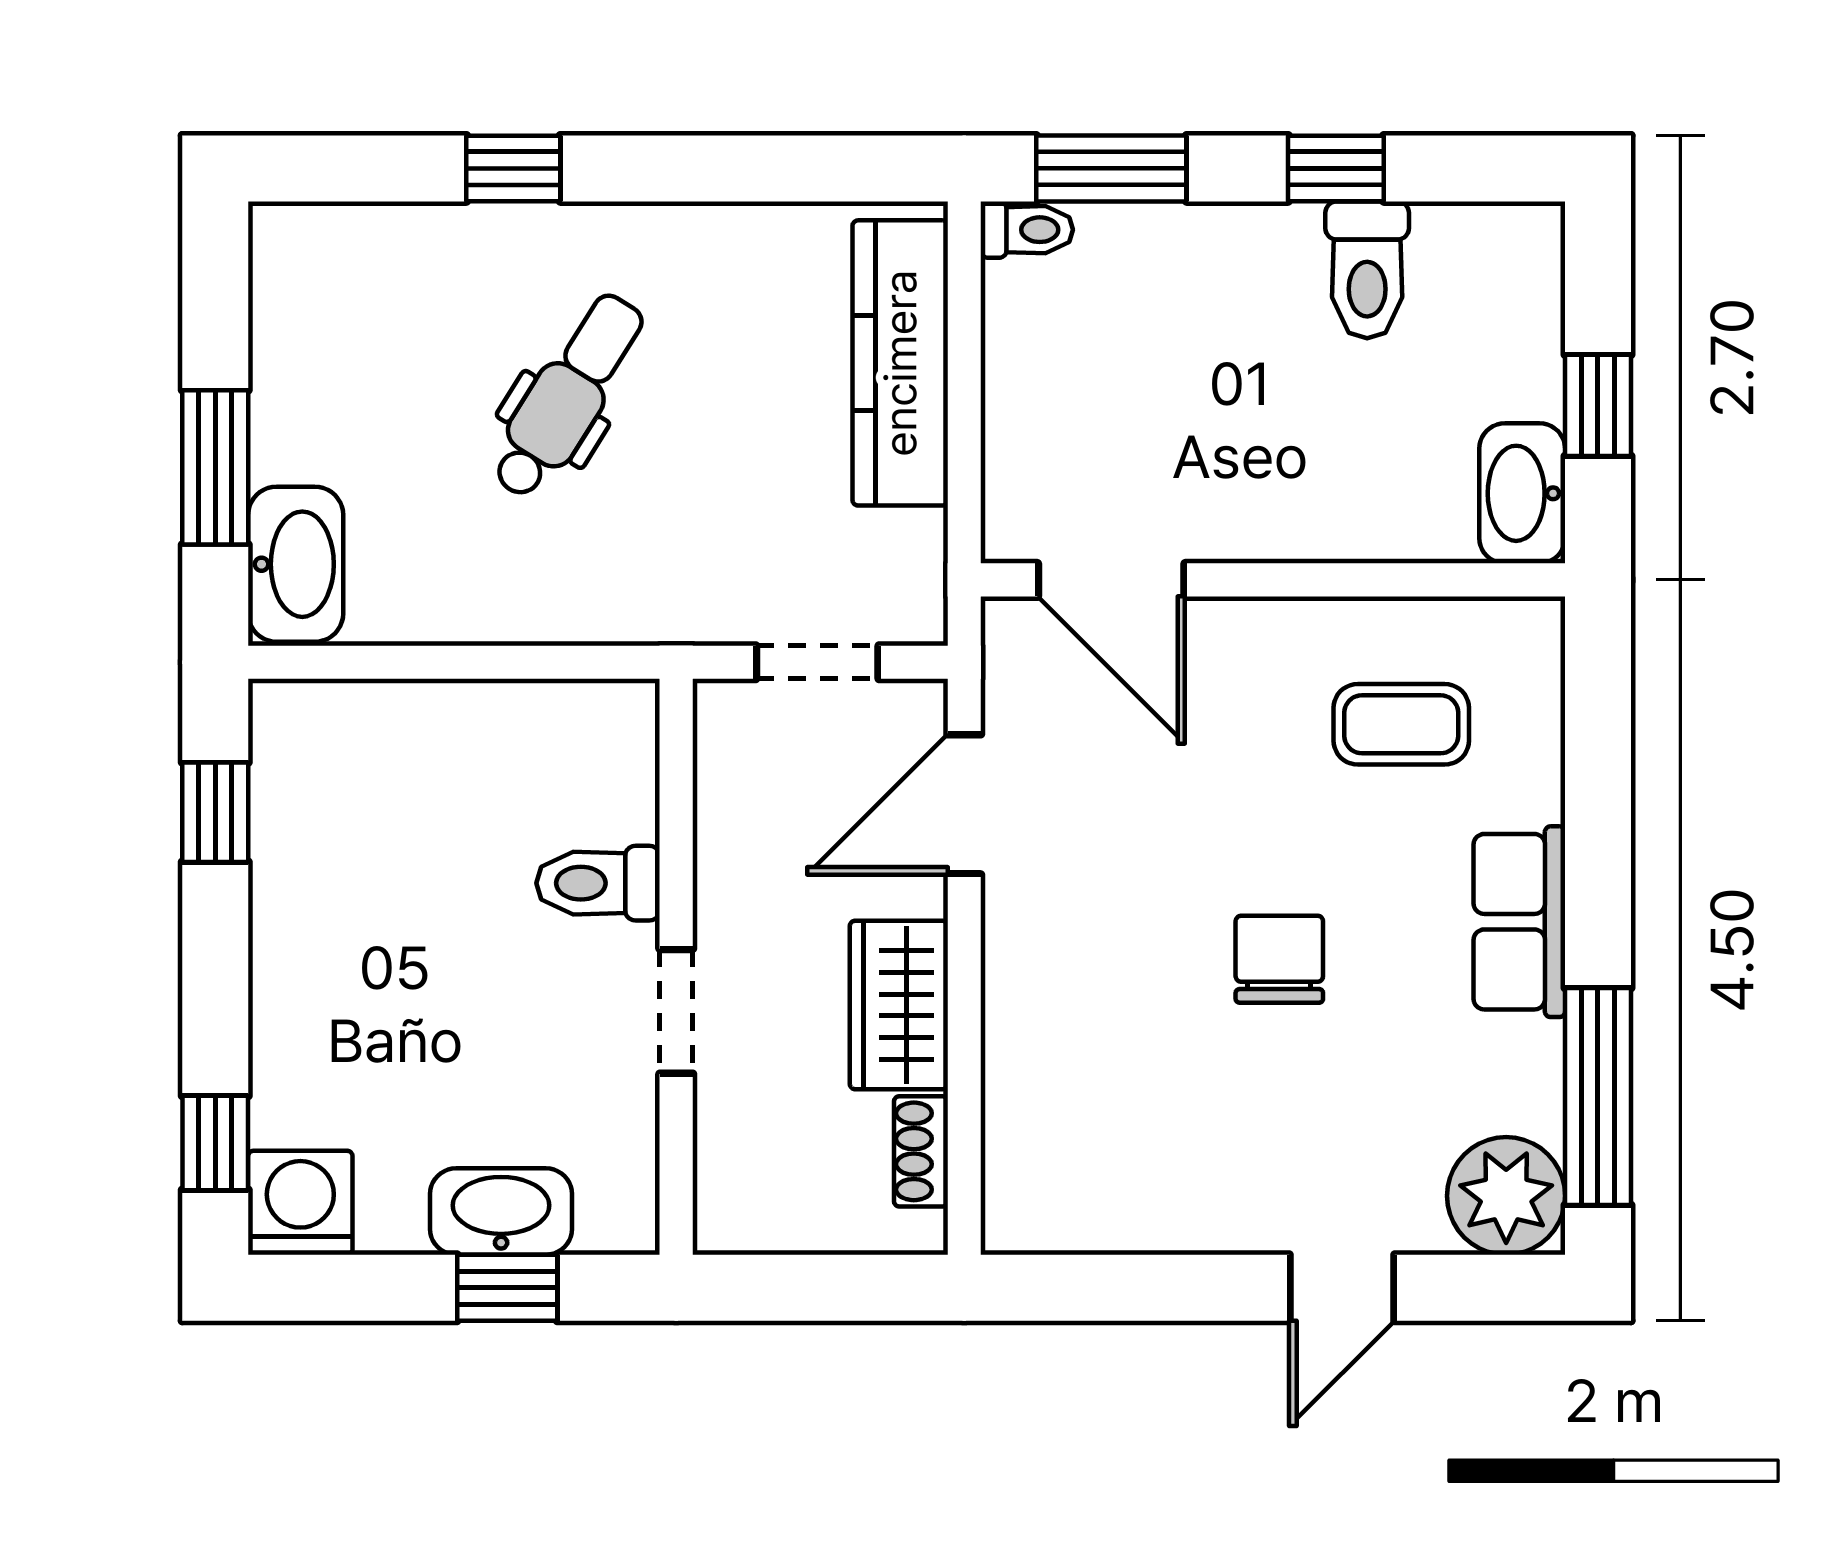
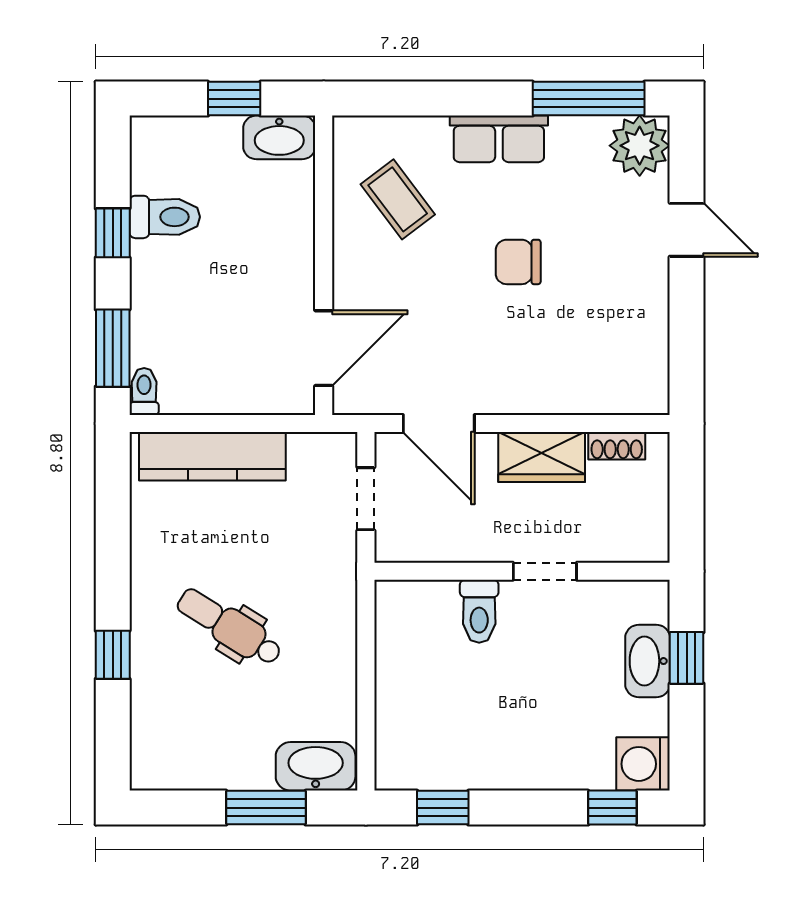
coffee table: (1401, 724) -> (398, 199), turned -37

